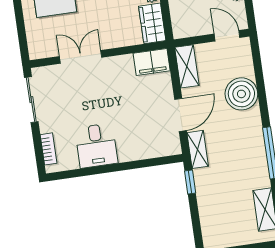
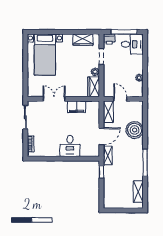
door: (227, 36) -> (120, 99), moved
filing cabinet: (152, 62) -> (77, 107), moved
desk: (96, 146) -> (70, 146), moved

